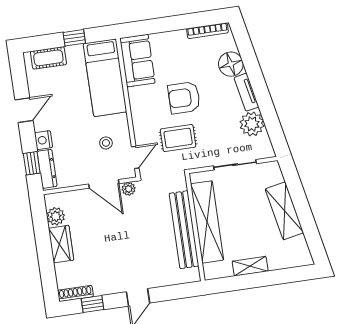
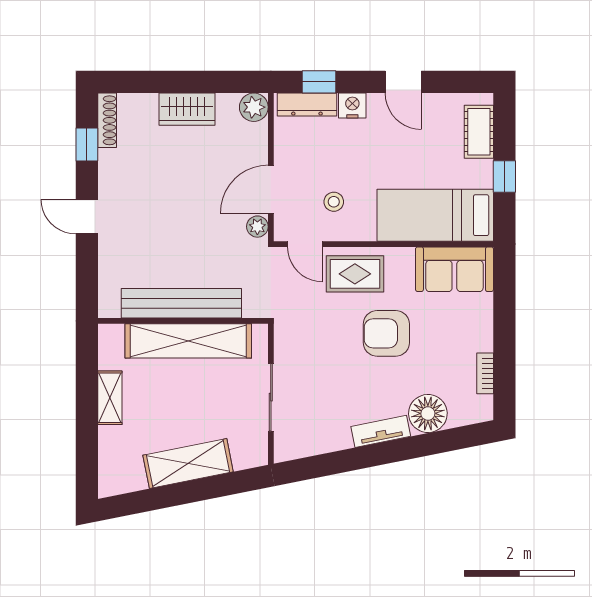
bookcase: (207, 31) -> (485, 373), width x0.64
armchair: (184, 98) -> (386, 333), turned -90
plant: (252, 124) -> (330, 433), removed
rug: (178, 138) -> (355, 274), moved, turned 90
plant: (56, 216) -> (254, 107), moved

